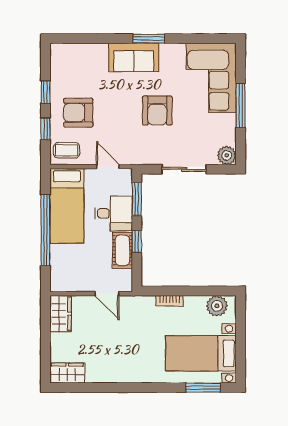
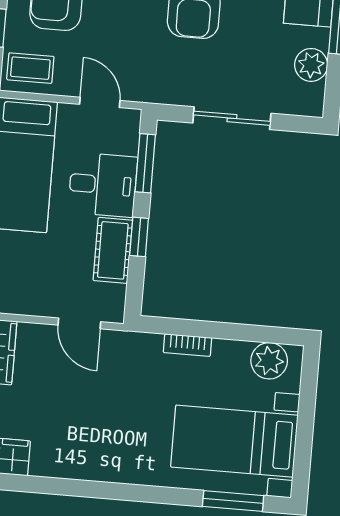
plant: (227, 155) -> (311, 65), moved

